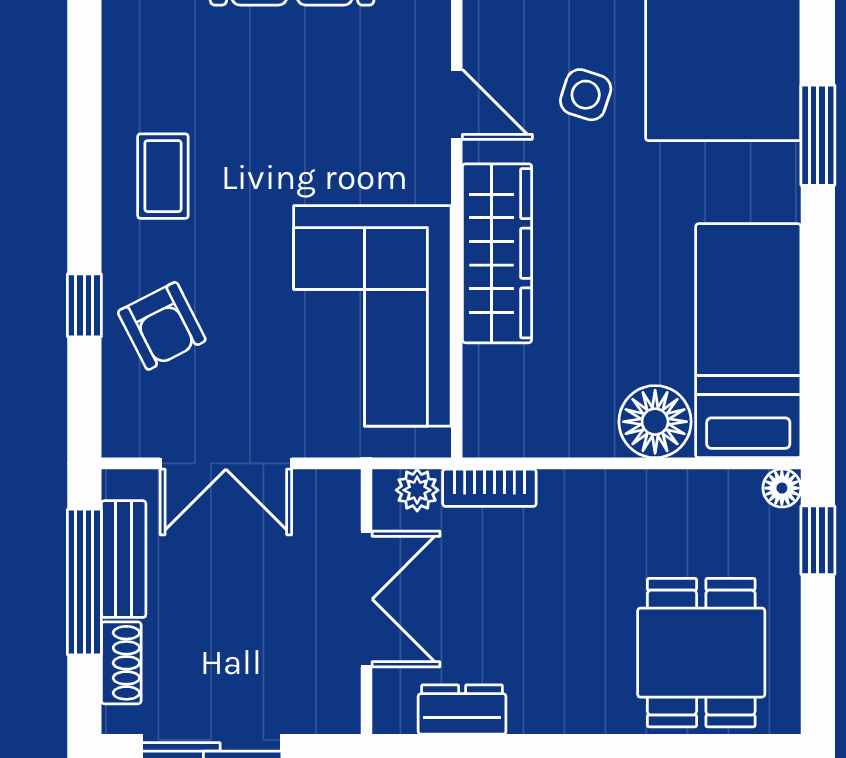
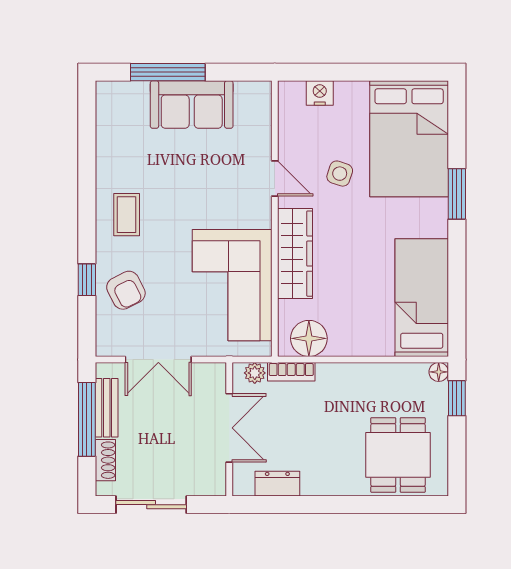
floor lamp: (655, 422) -> (309, 338), moved

